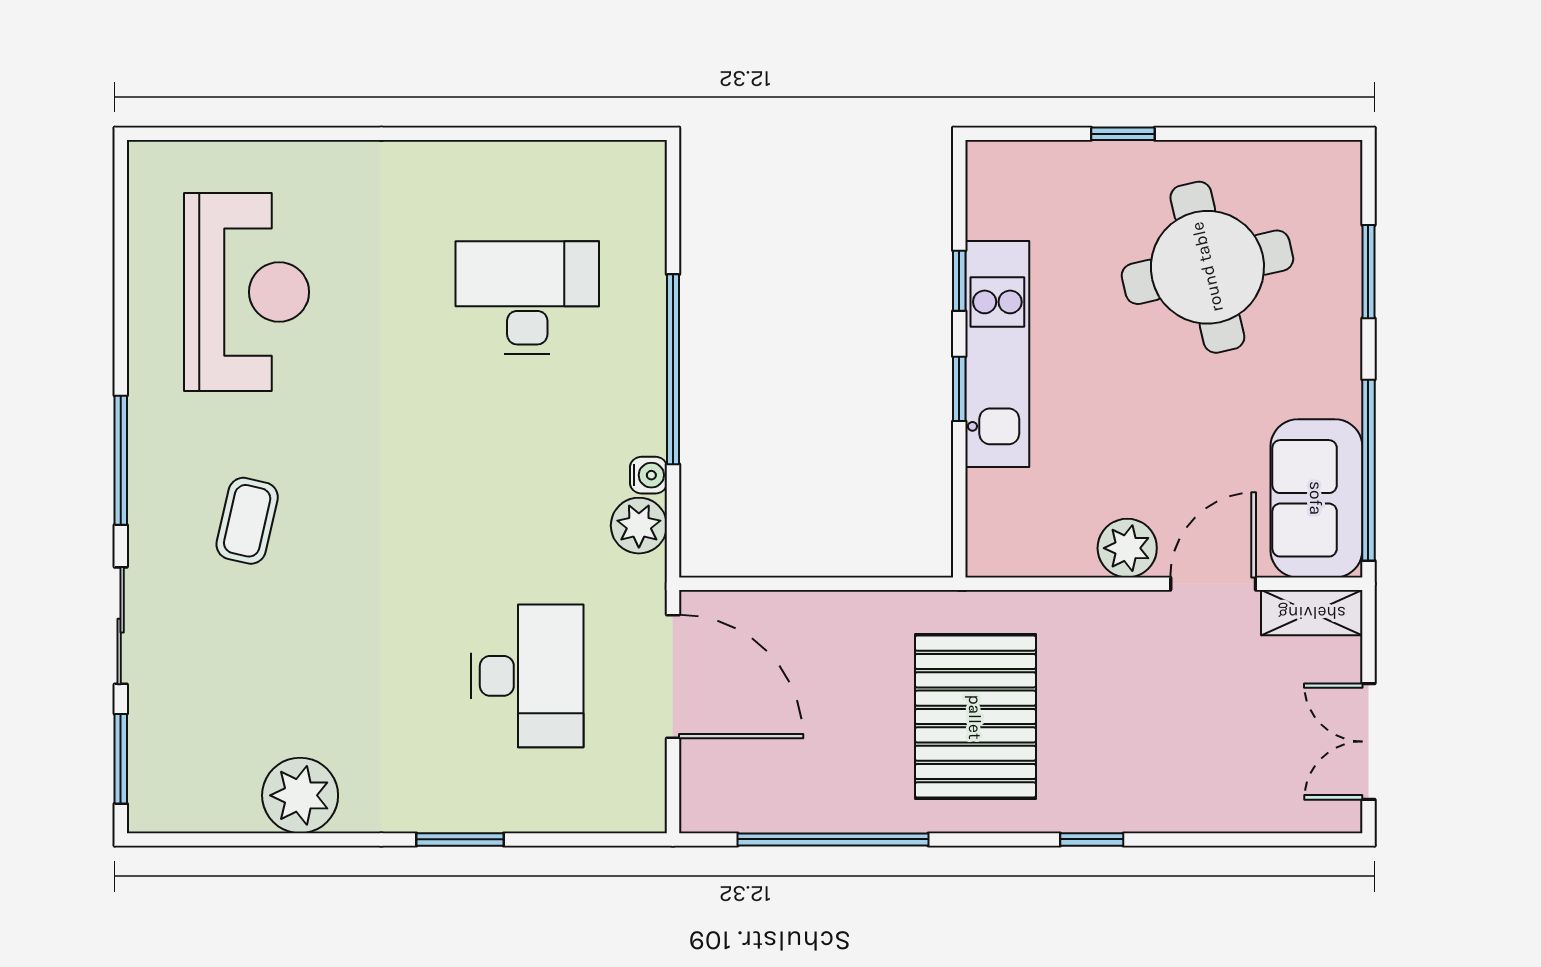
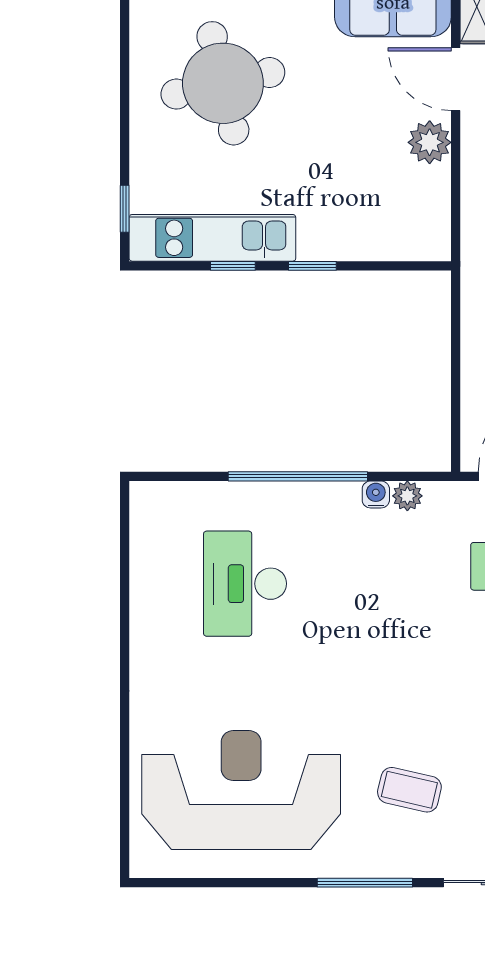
window: (1123, 134) -> (125, 209), moved
reception desk: (247, 292) -> (241, 790), width x1.36, depth x1.30
kitchen unit: (997, 354) -> (212, 238), moved
plant: (639, 526) -> (407, 496), width x0.73, depth x0.73

